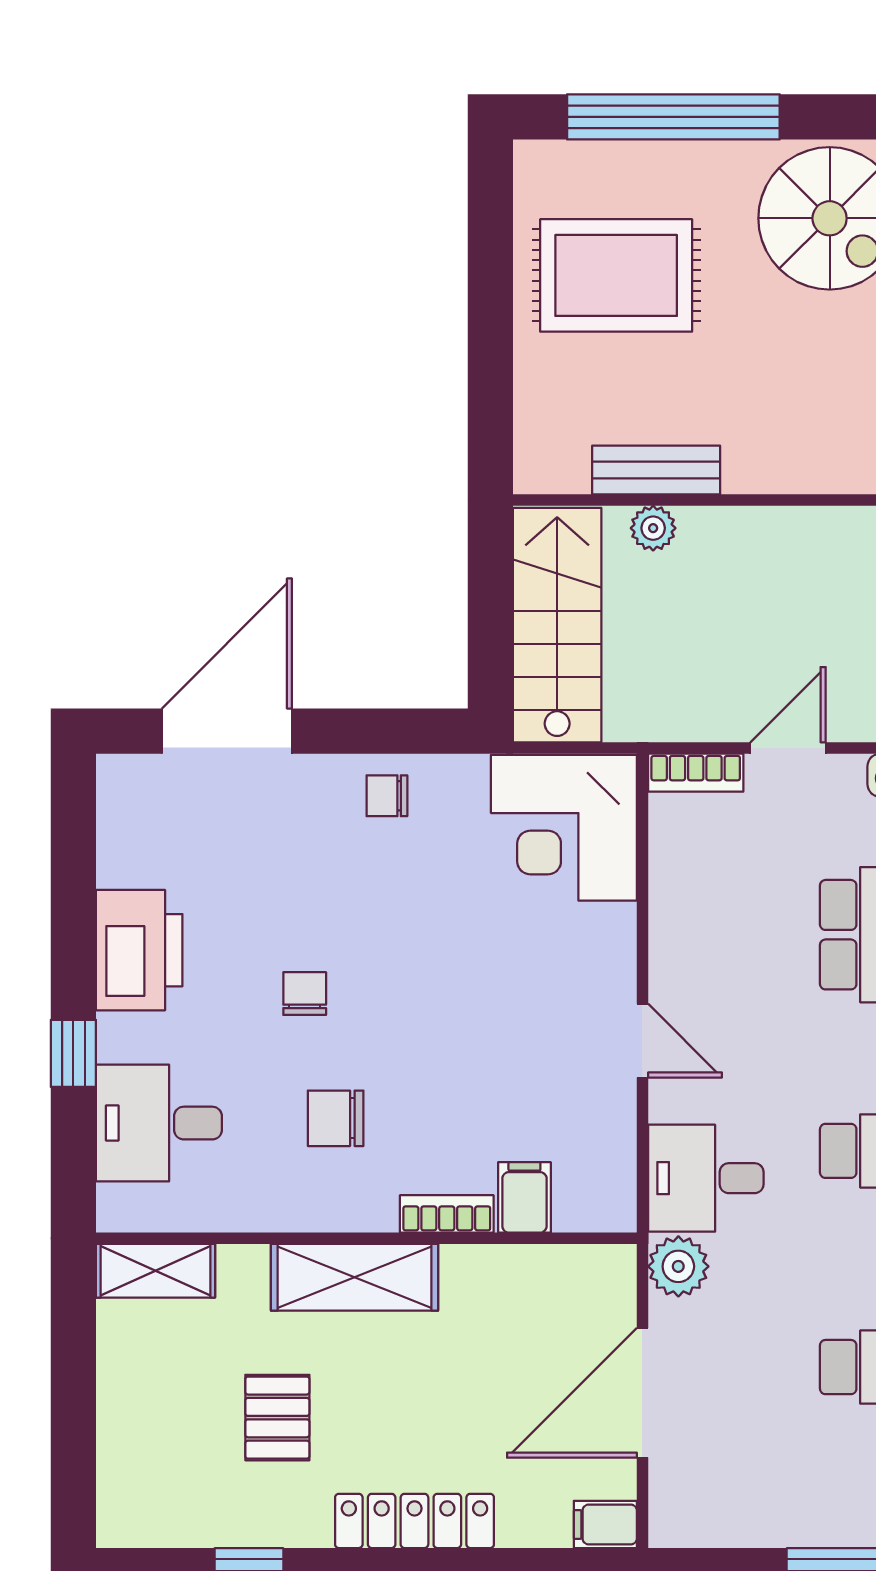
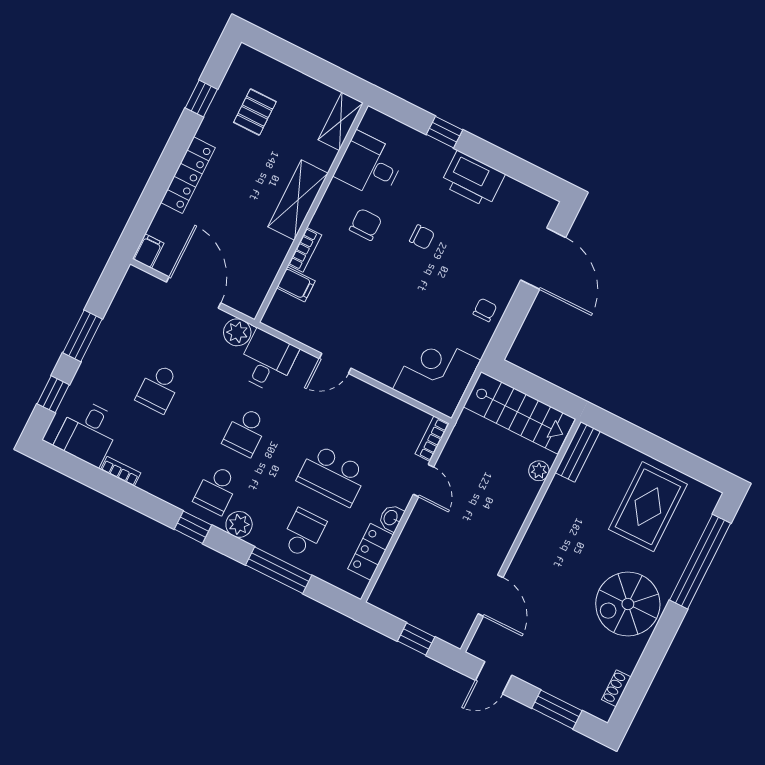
bench: (656, 470) -> (578, 452), moved
desk: (159, 1123) -> (370, 165), moved, turned -90
pallet: (277, 1418) -> (255, 112), moved, turned 90

